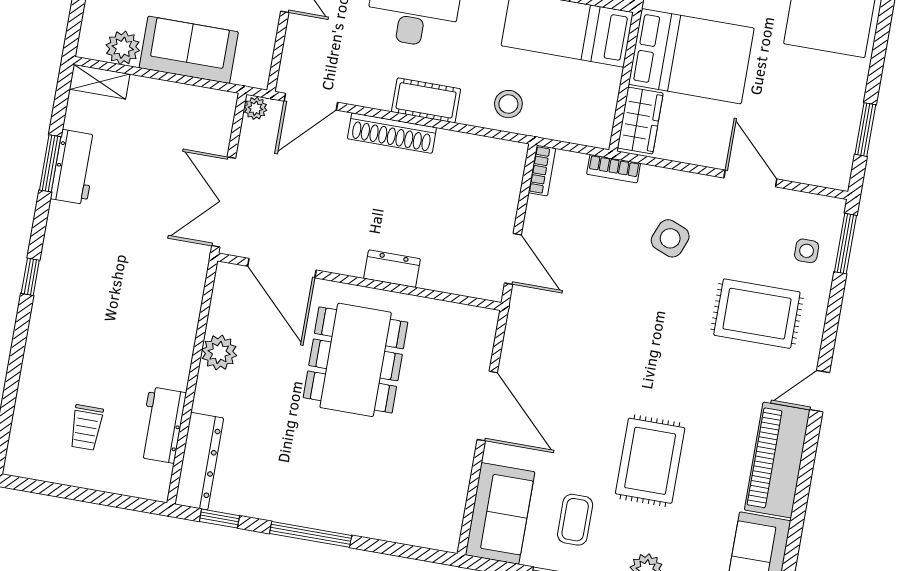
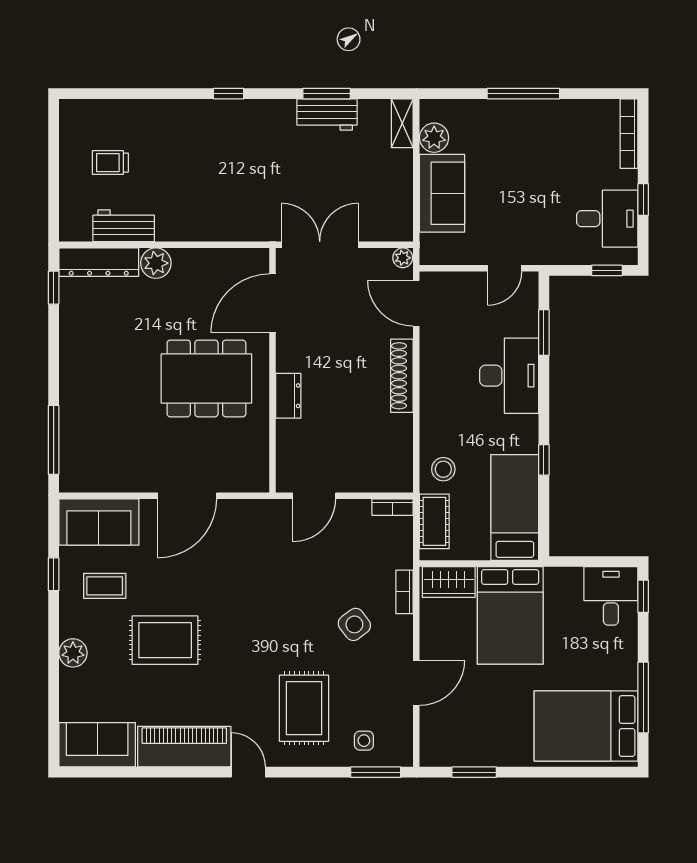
cot: (426, 100) -> (434, 521), moved
bookcase: (614, 169) -> (405, 592), moved
side table: (670, 238) -> (354, 624), turned 31
plant: (219, 353) -> (156, 263), moved
window: (311, 534) -> (54, 440), moved

